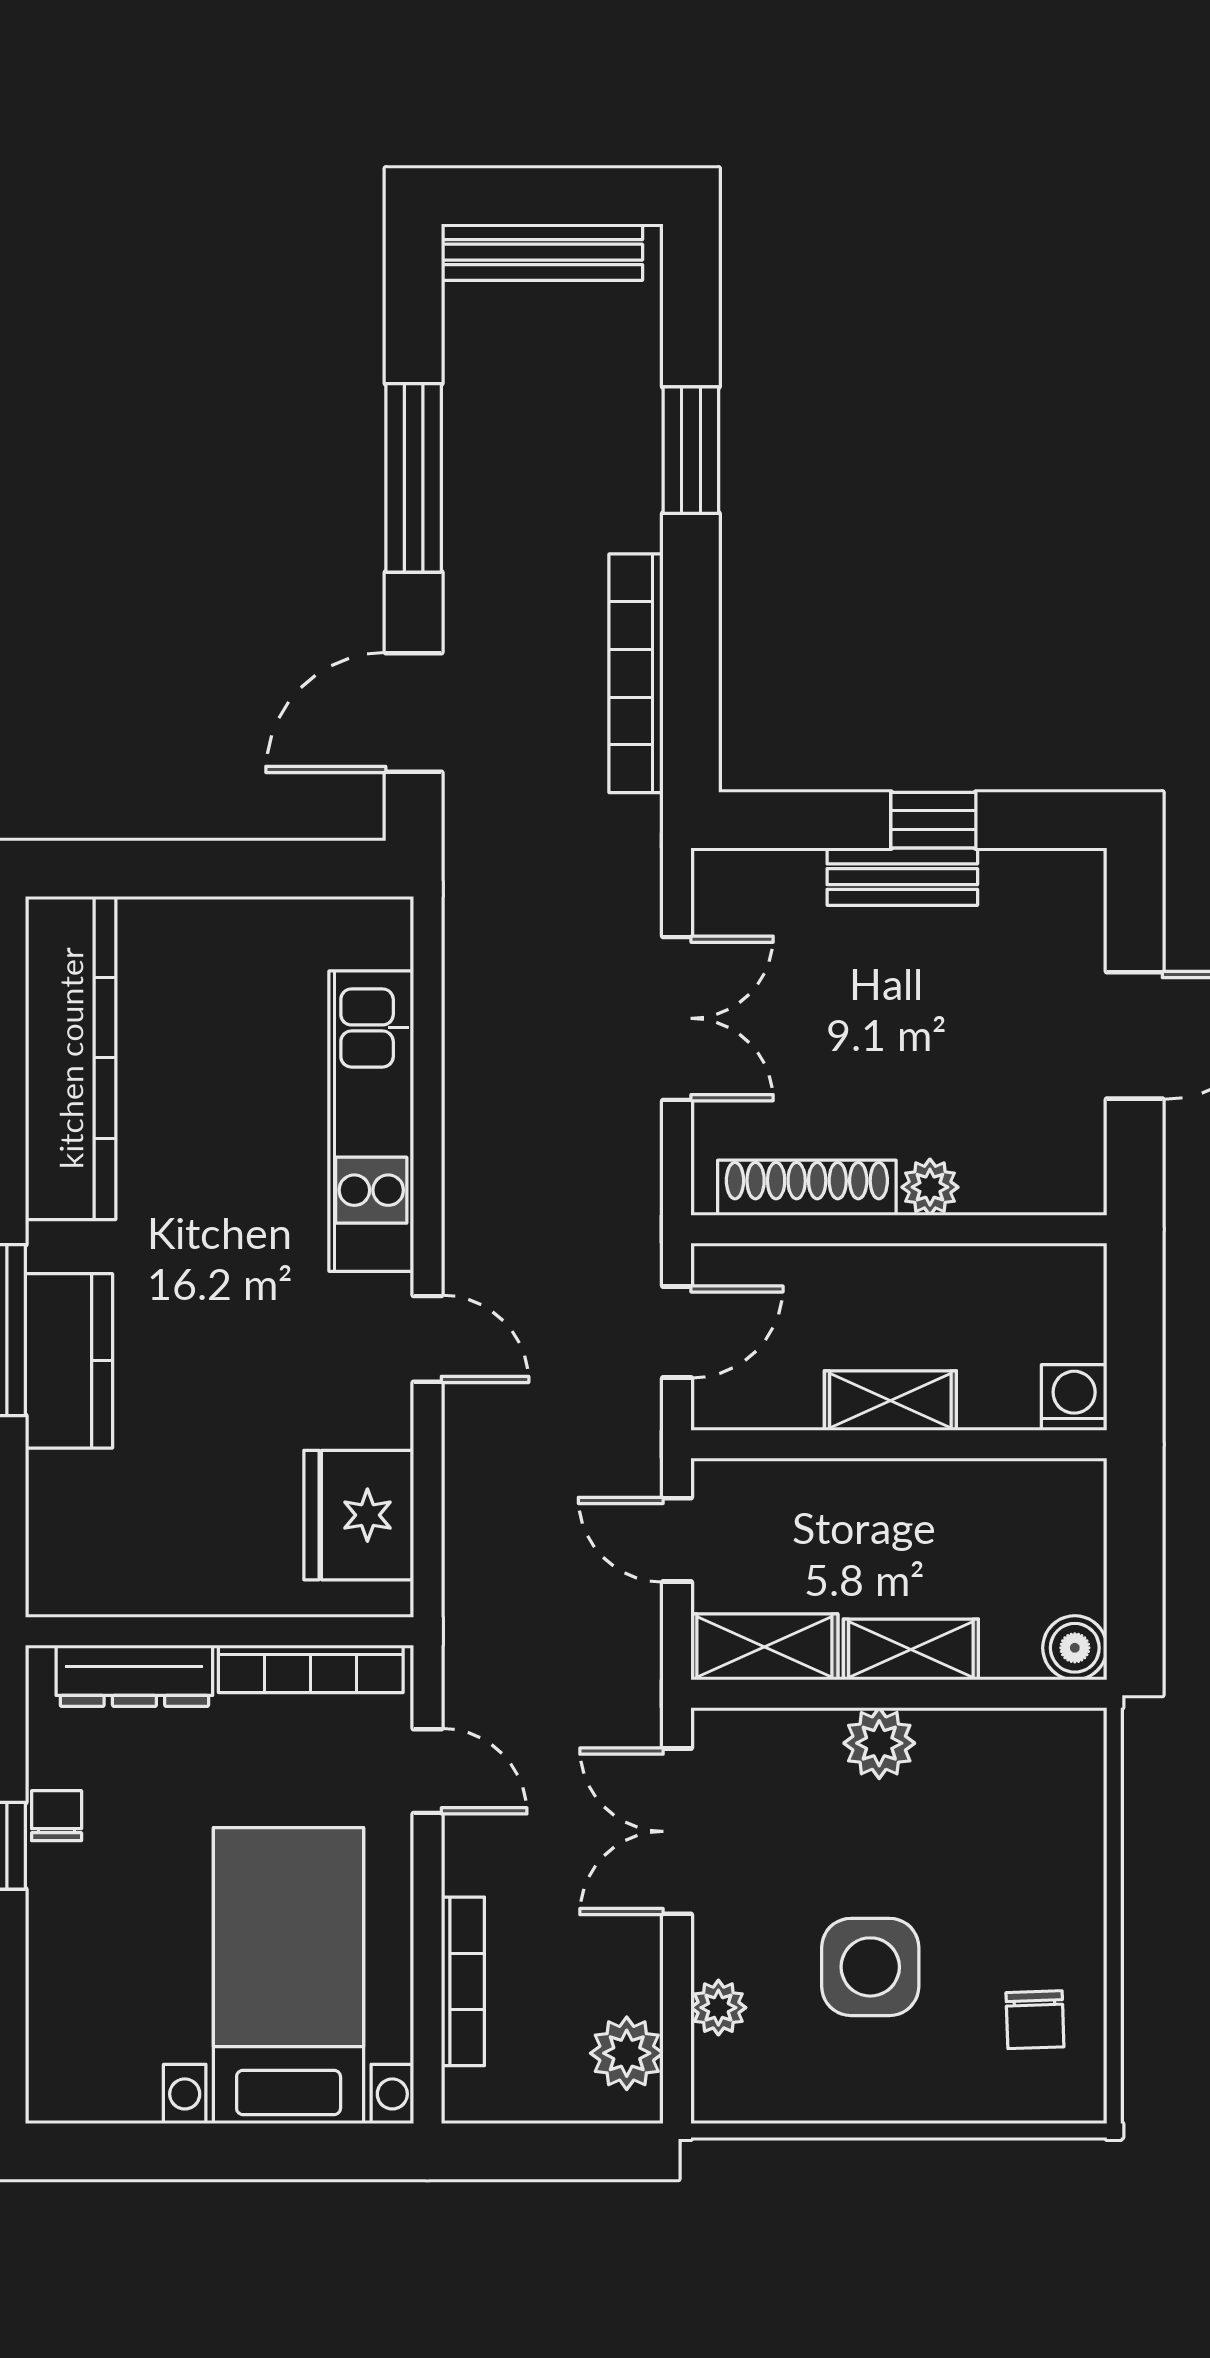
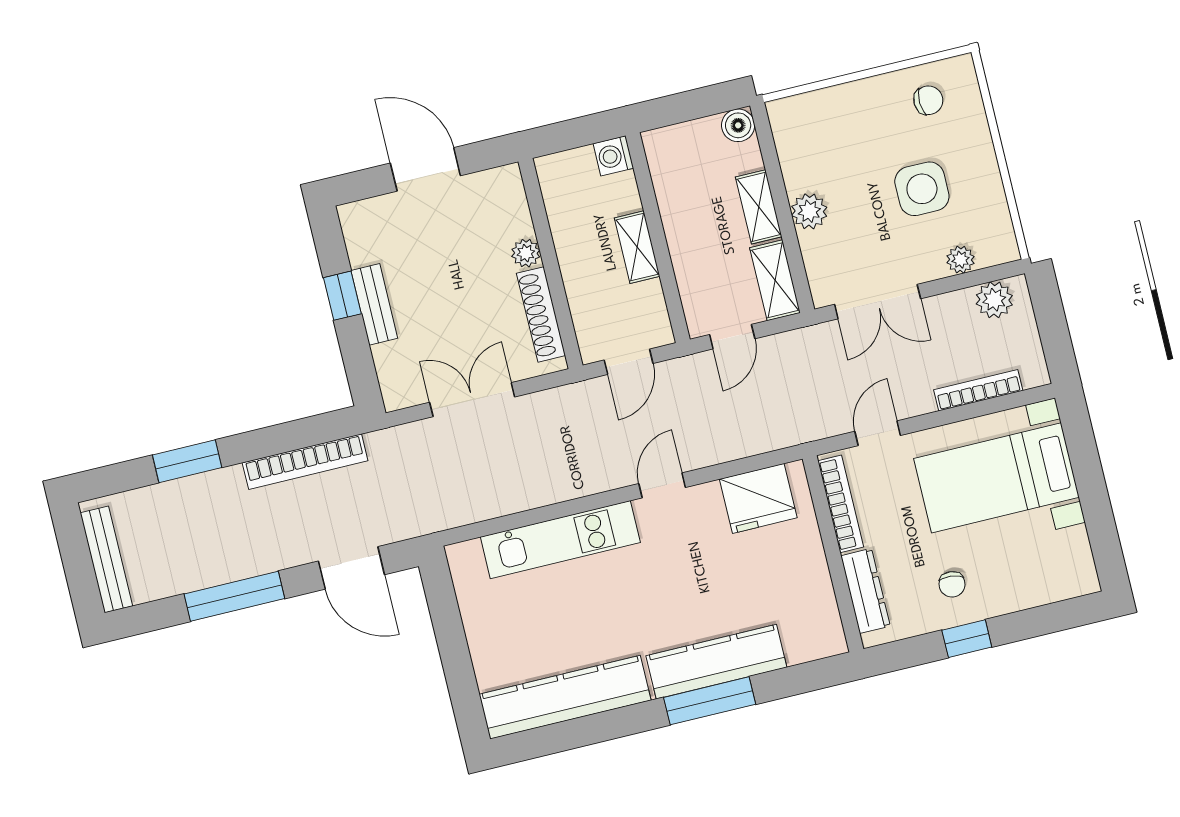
door: (677, 1332) -> (629, 362), swing flipped
kitchen counter: (69, 1361) -> (716, 662), width x1.50
chair: (57, 1816) -> (952, 584), moved, turned -84

